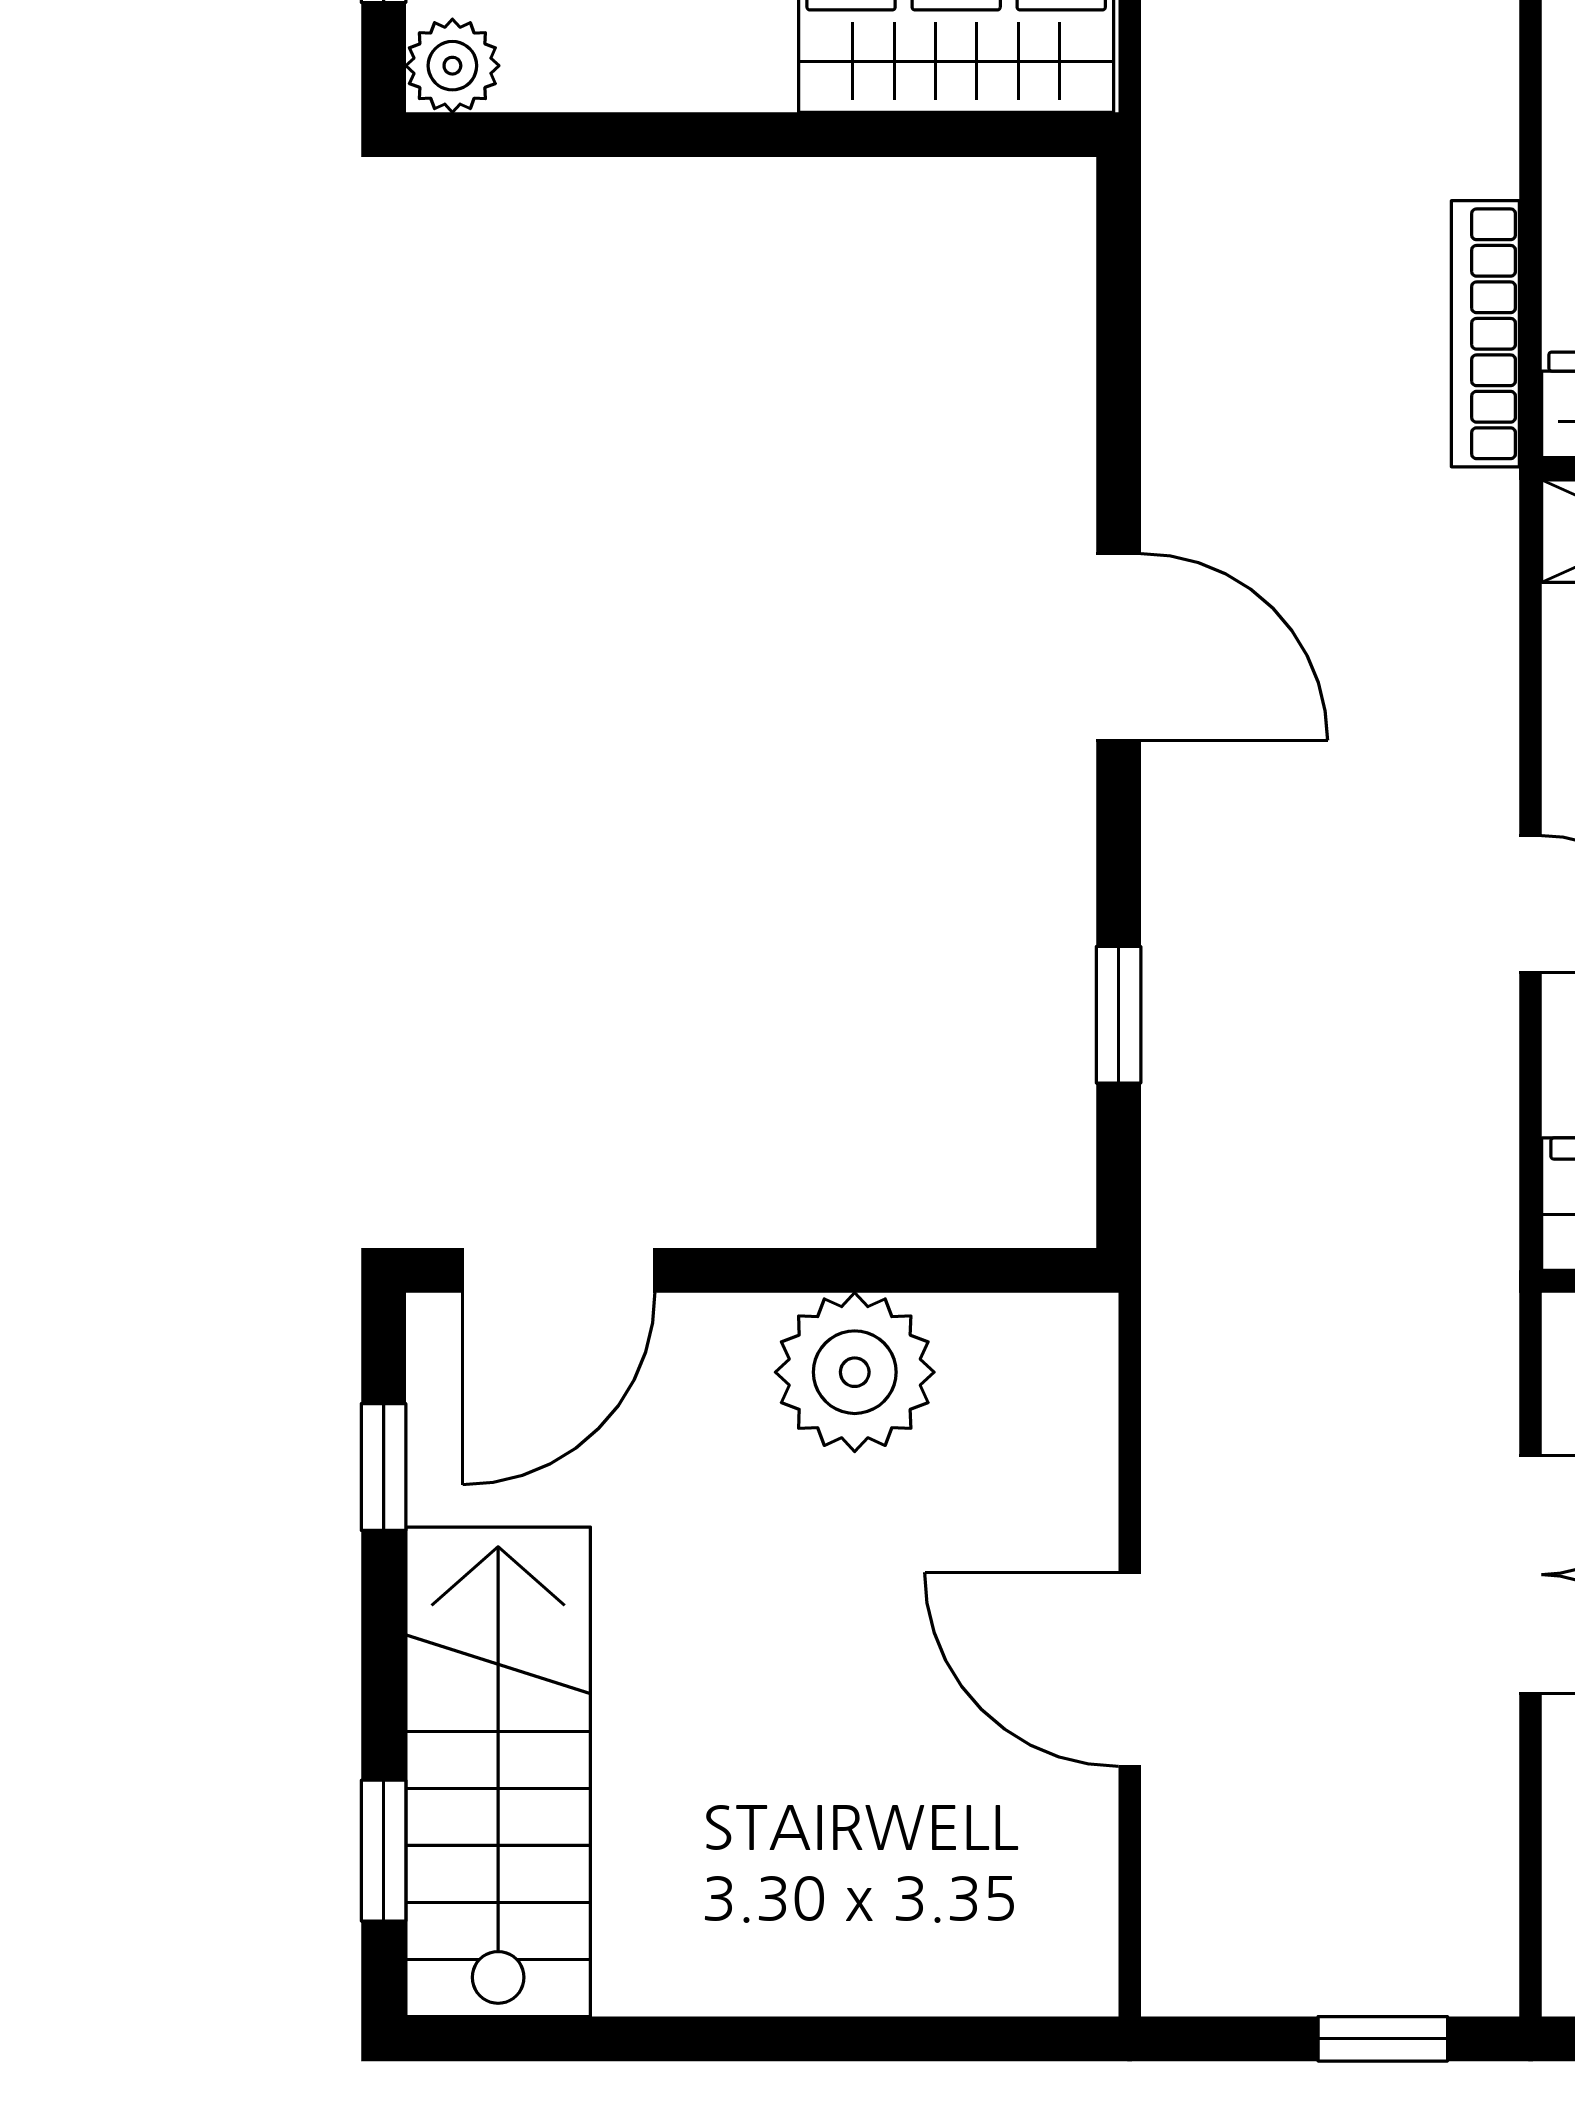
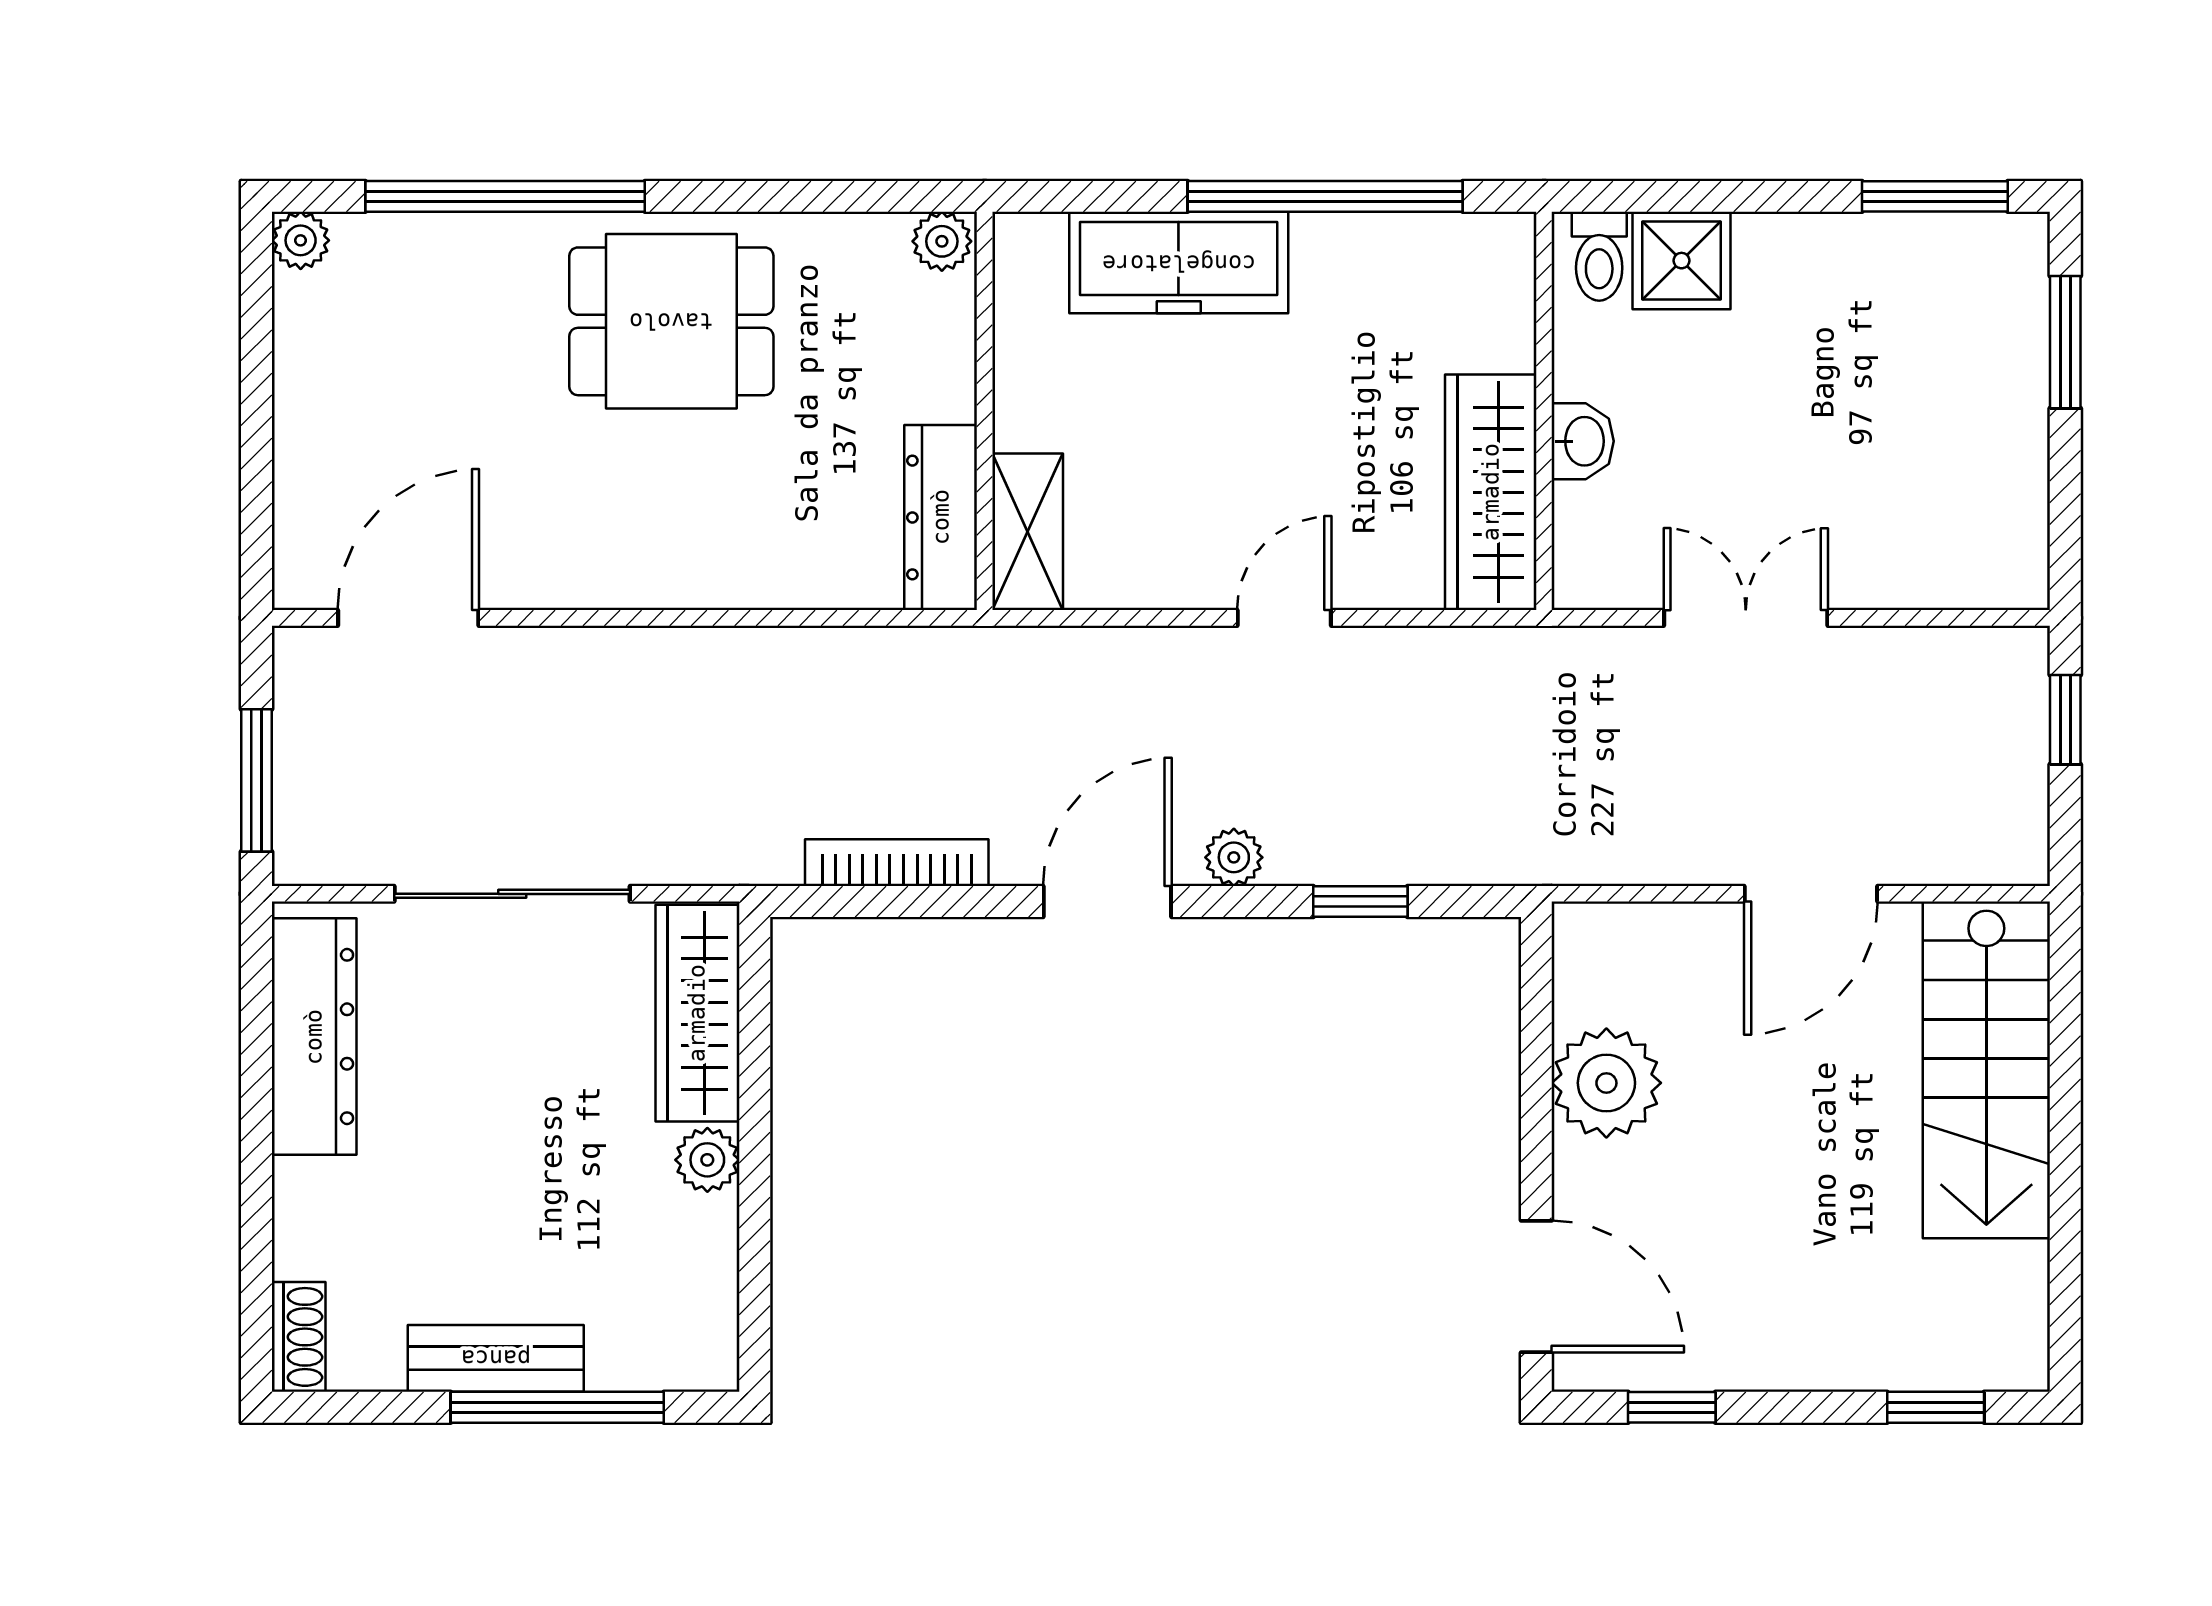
plant: (452, 66) -> (707, 1160), moved
bookcase: (1485, 334) -> (897, 863), moved, turned 180
plant: (1183, 831) -> (1234, 857), added
stairs: (498, 1772) -> (1986, 1070), moved, turned -90

